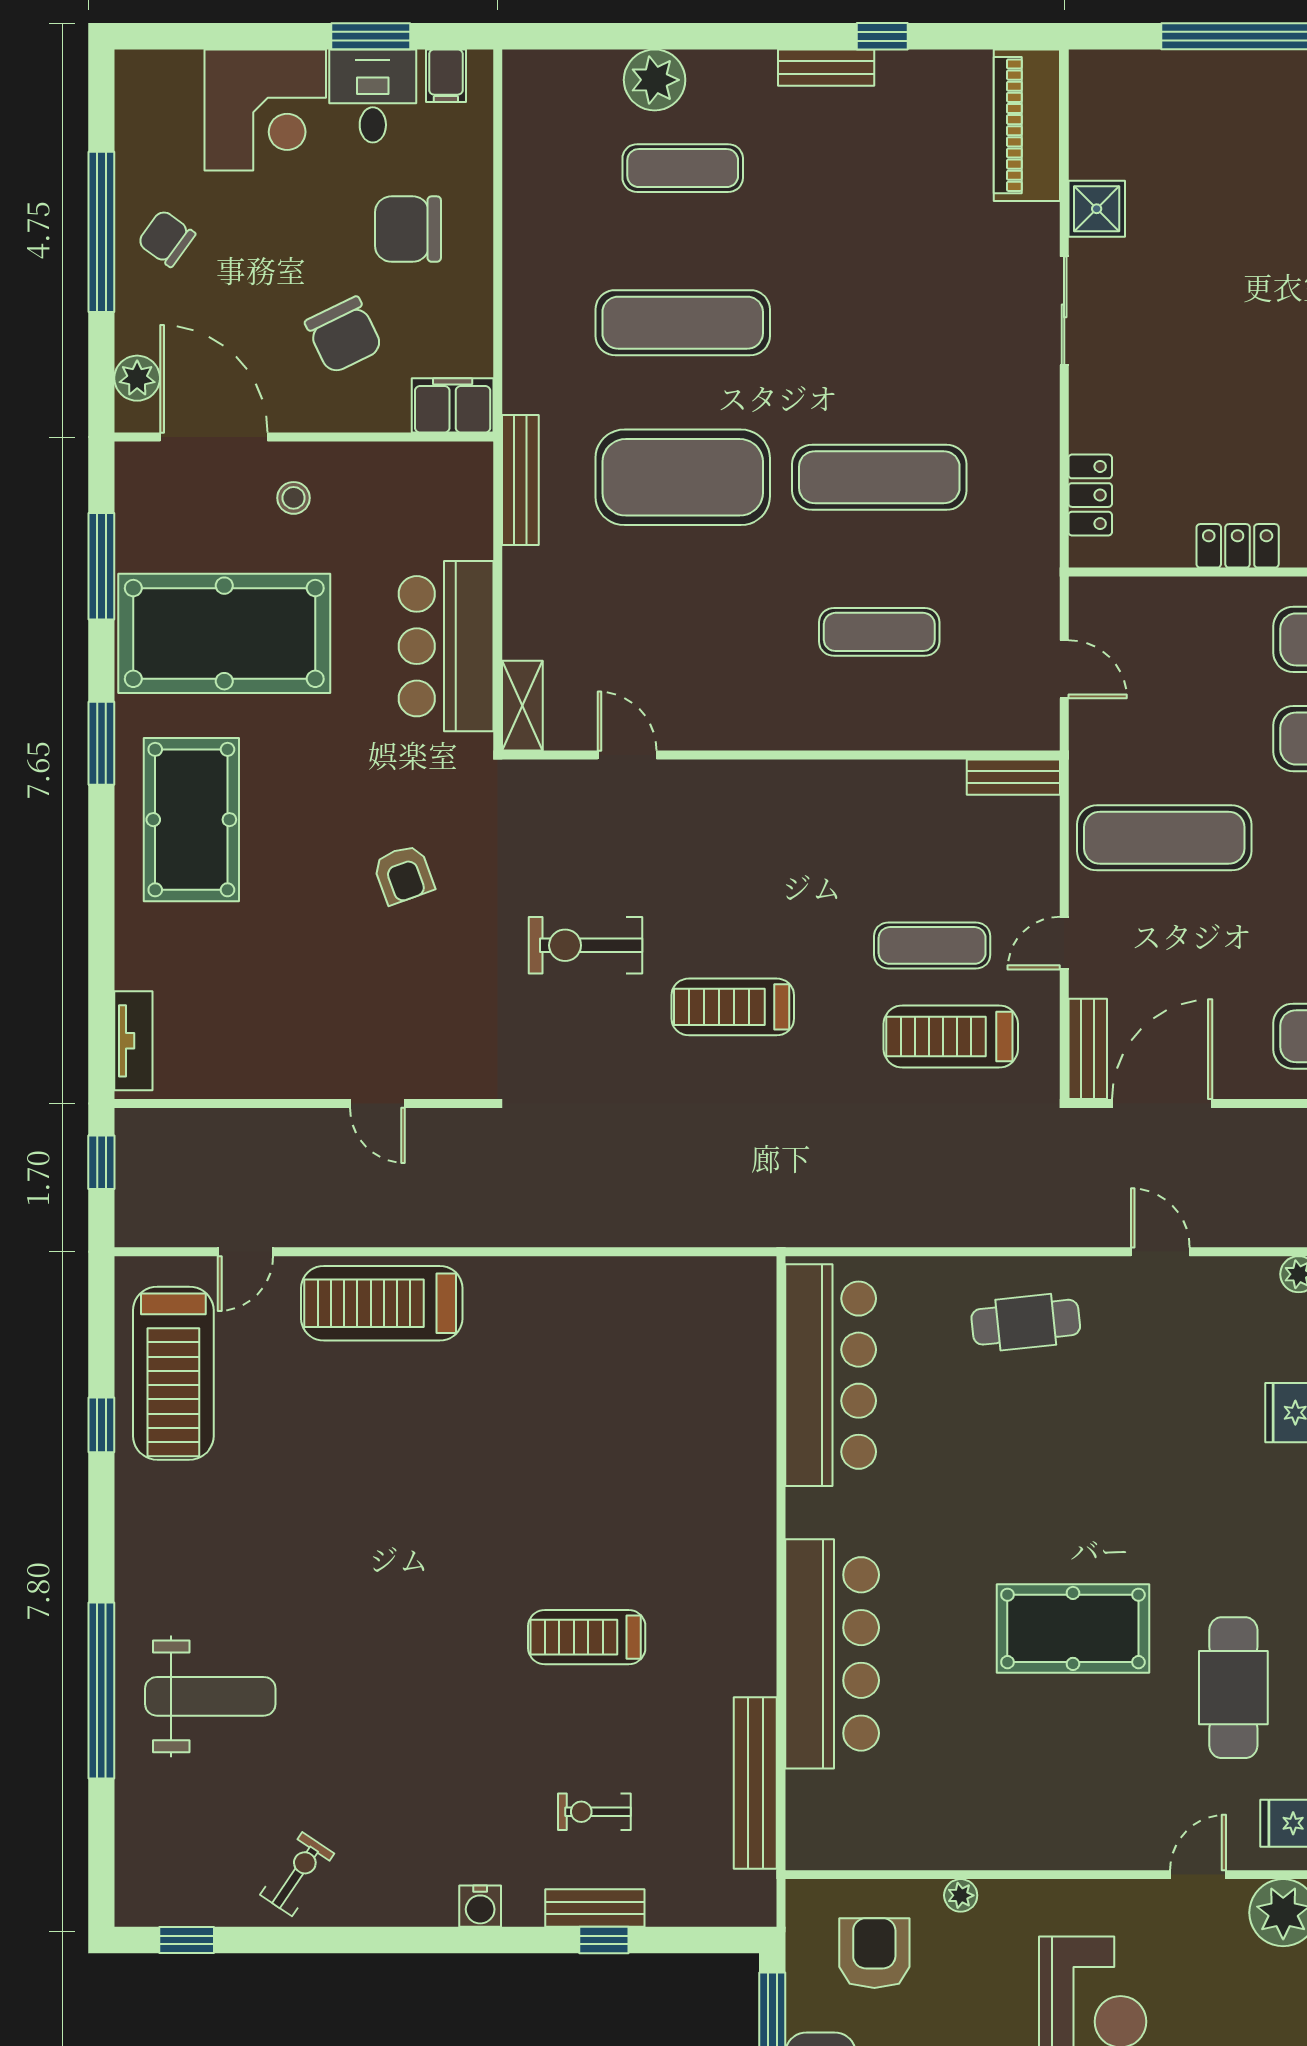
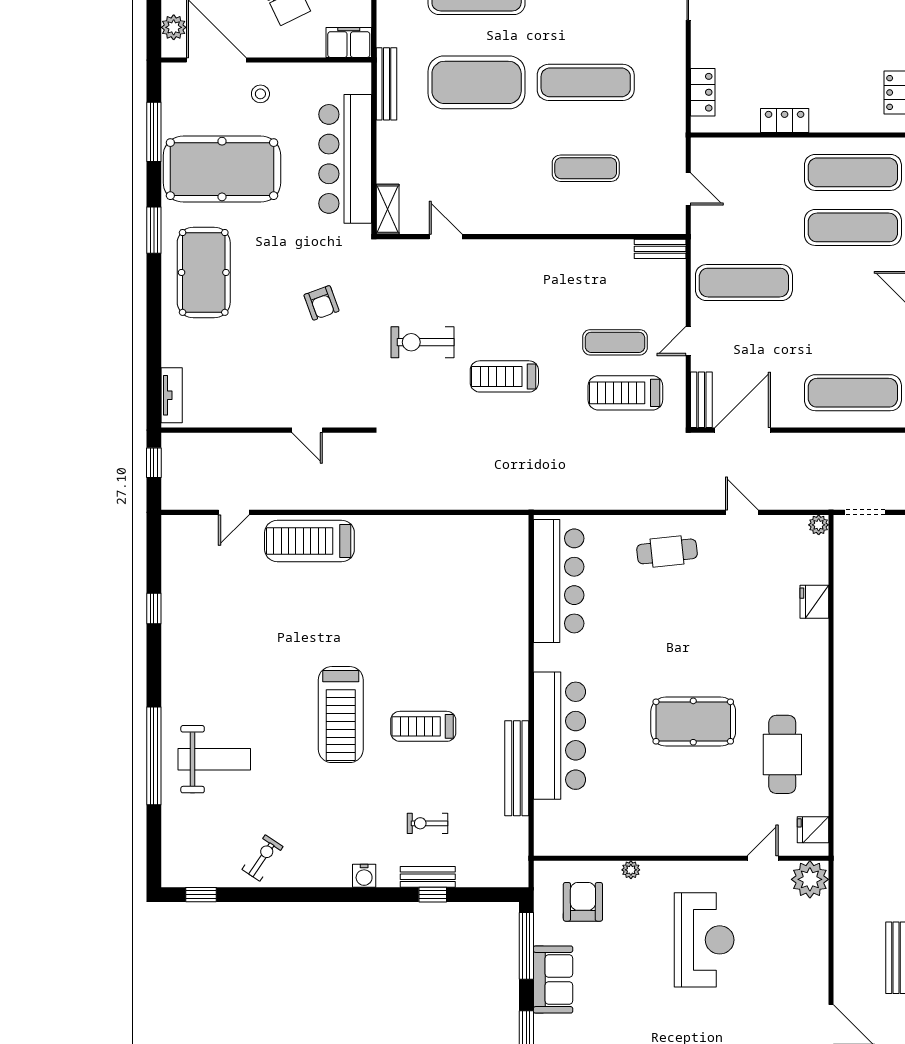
bar counter: (446, 646) -> (345, 159), width x1.36
treadmill: (173, 1373) -> (341, 715), moved
bench: (755, 1783) -> (517, 768), moved

